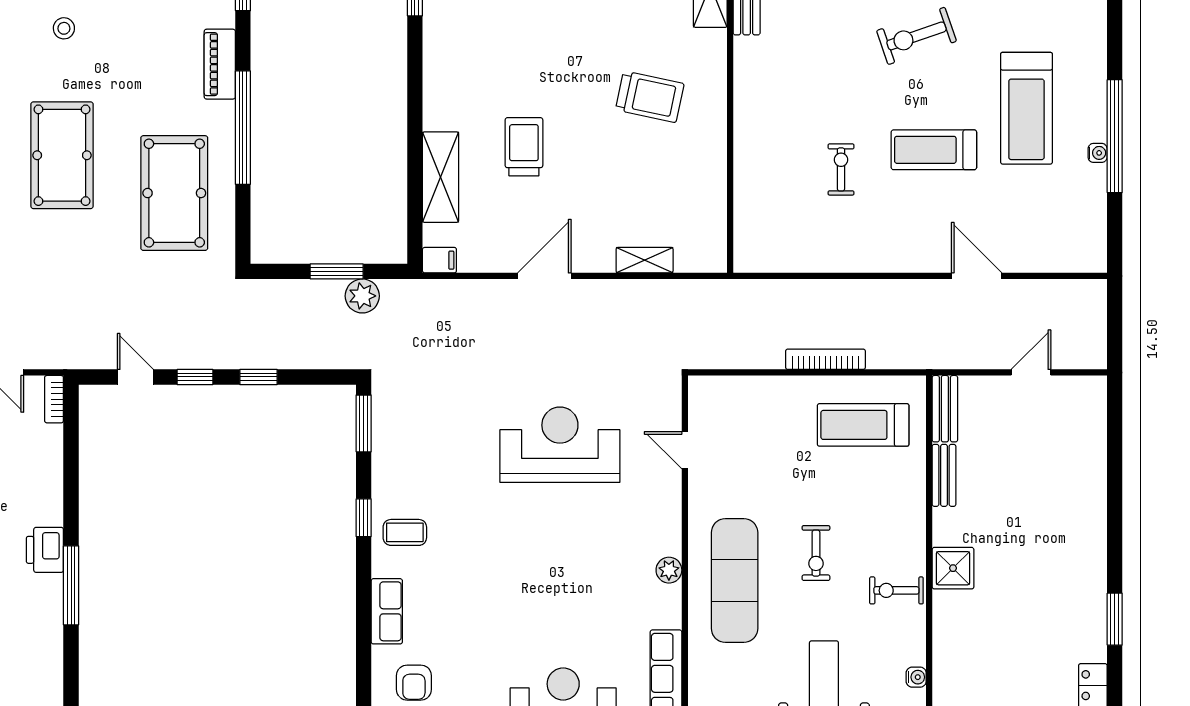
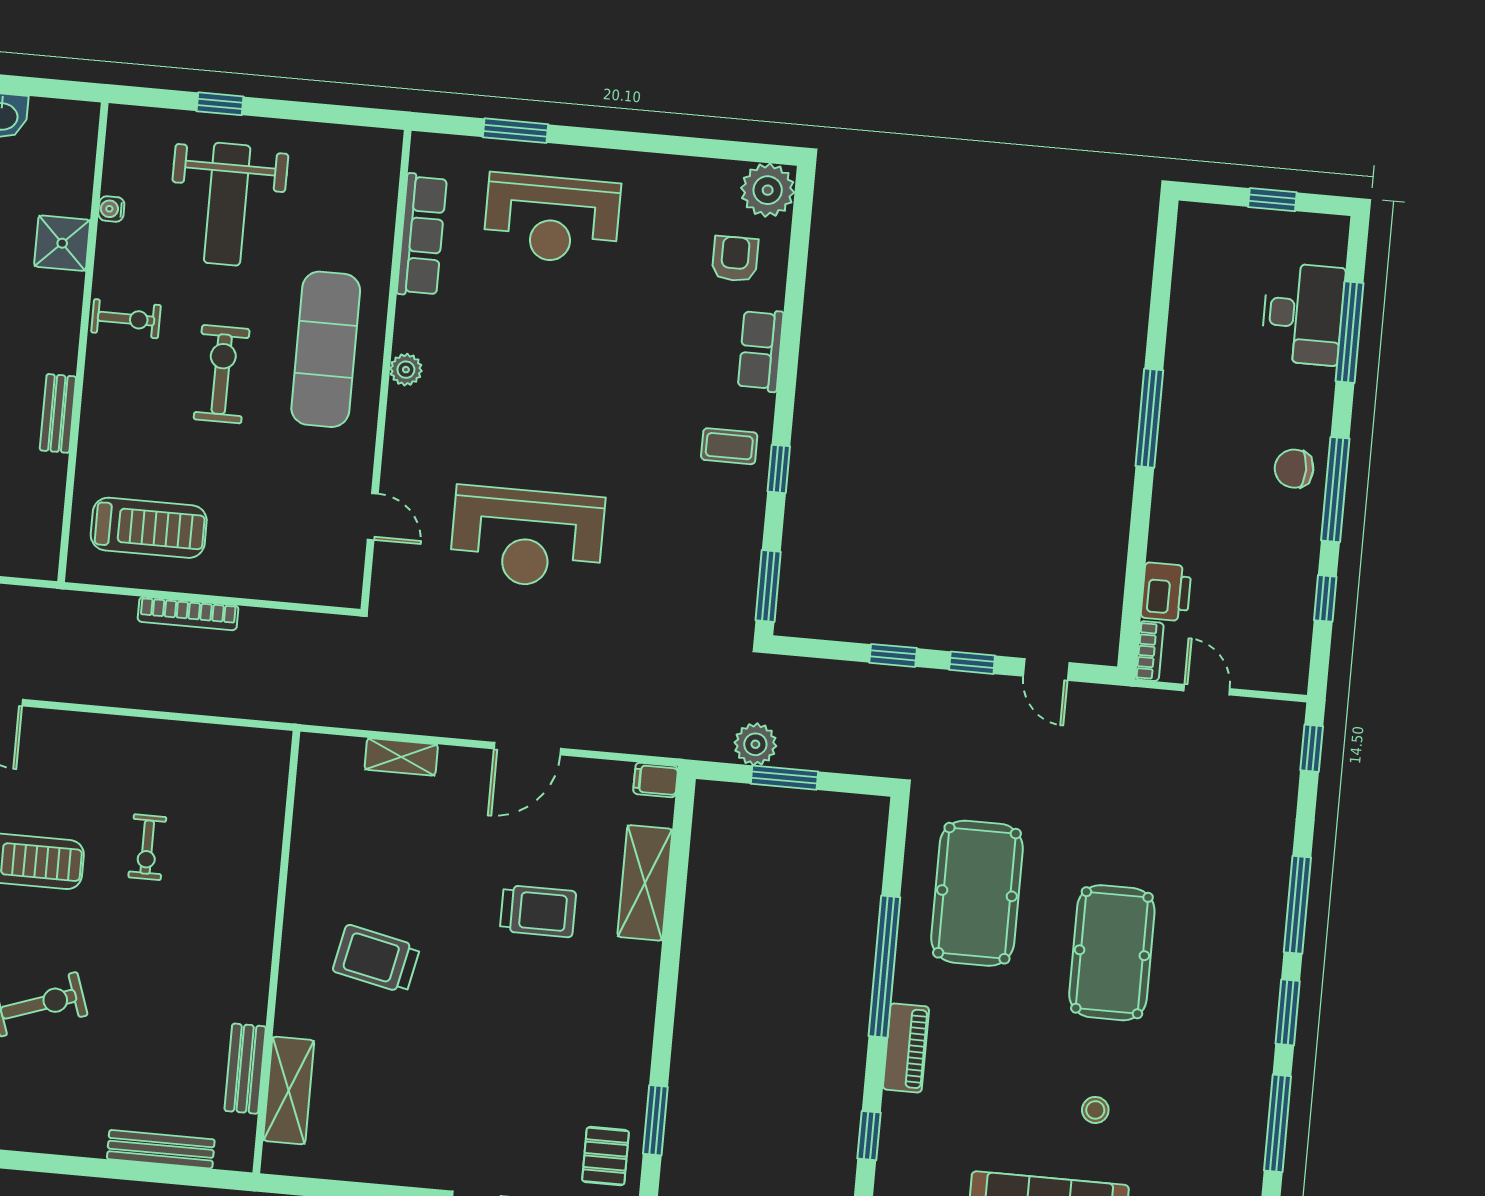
trolley: (524, 147) -> (538, 911), turned -90
bench: (945, 409) -> (45, 539), removed
bench: (944, 475) -> (58, 413), moved
printer: (45, 550) -> (1166, 592), moved
exercise bike: (816, 553) -> (222, 374), width x1.38, depth x1.39
shower: (953, 568) -> (62, 243), moved

